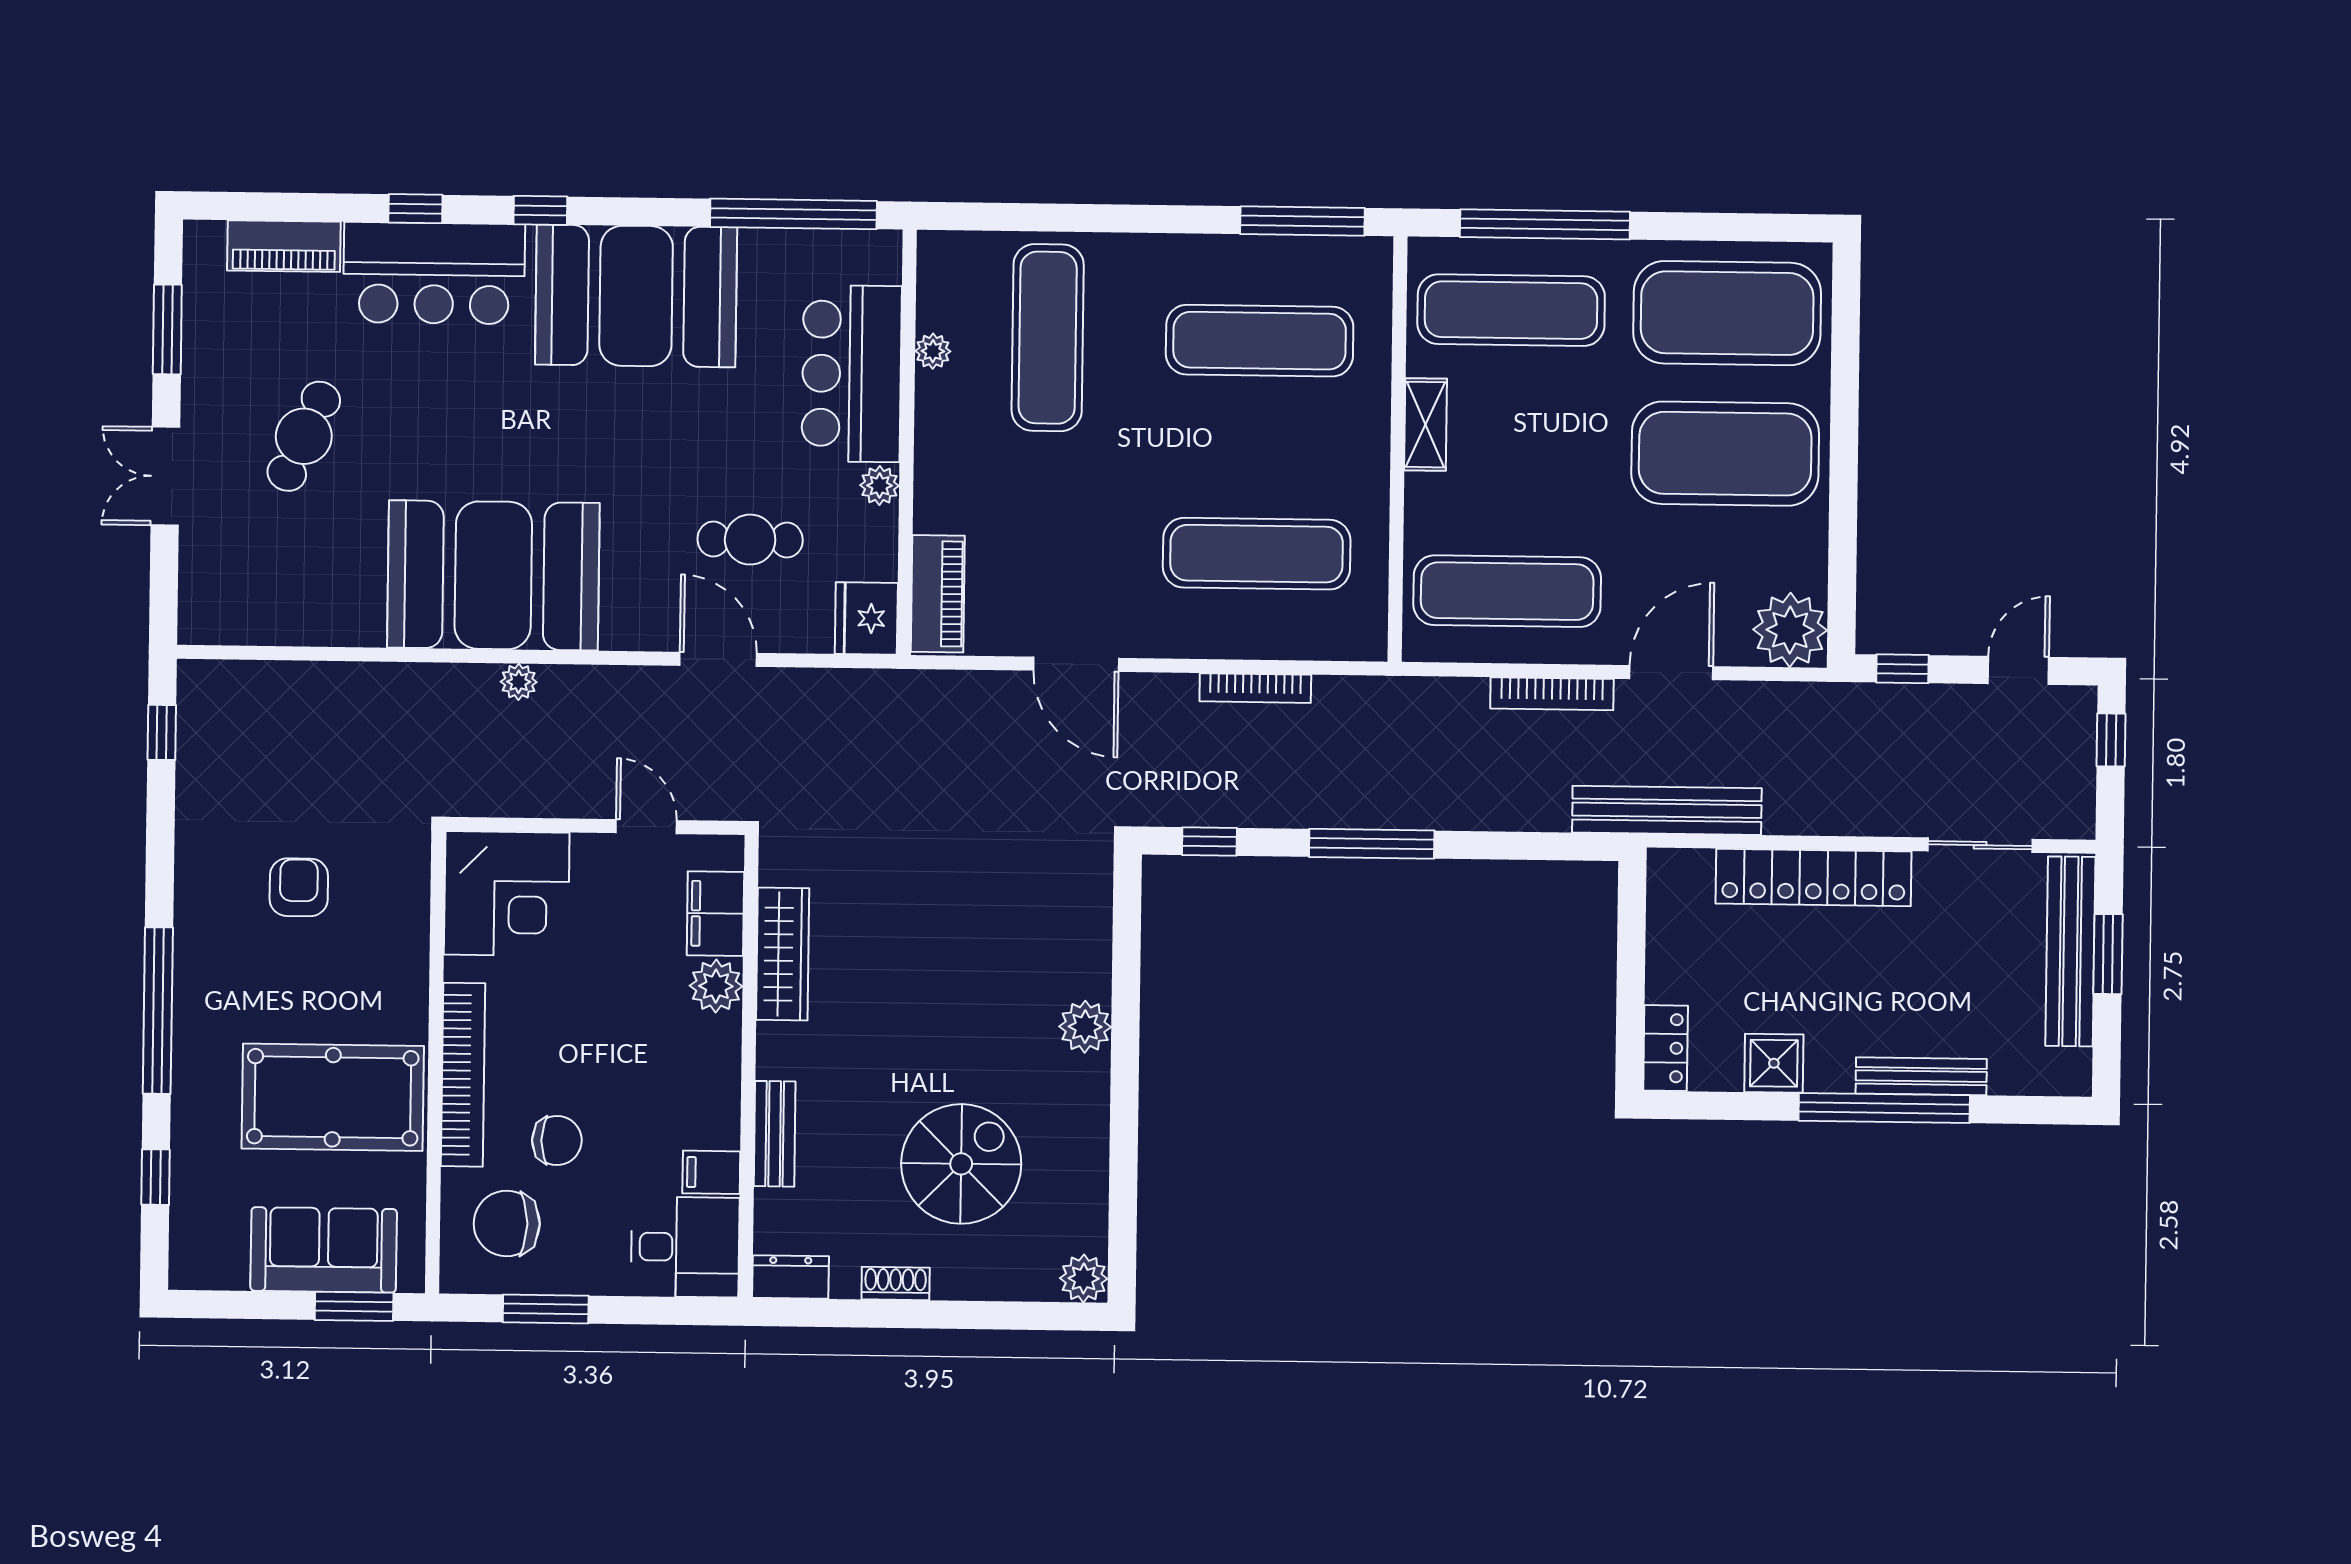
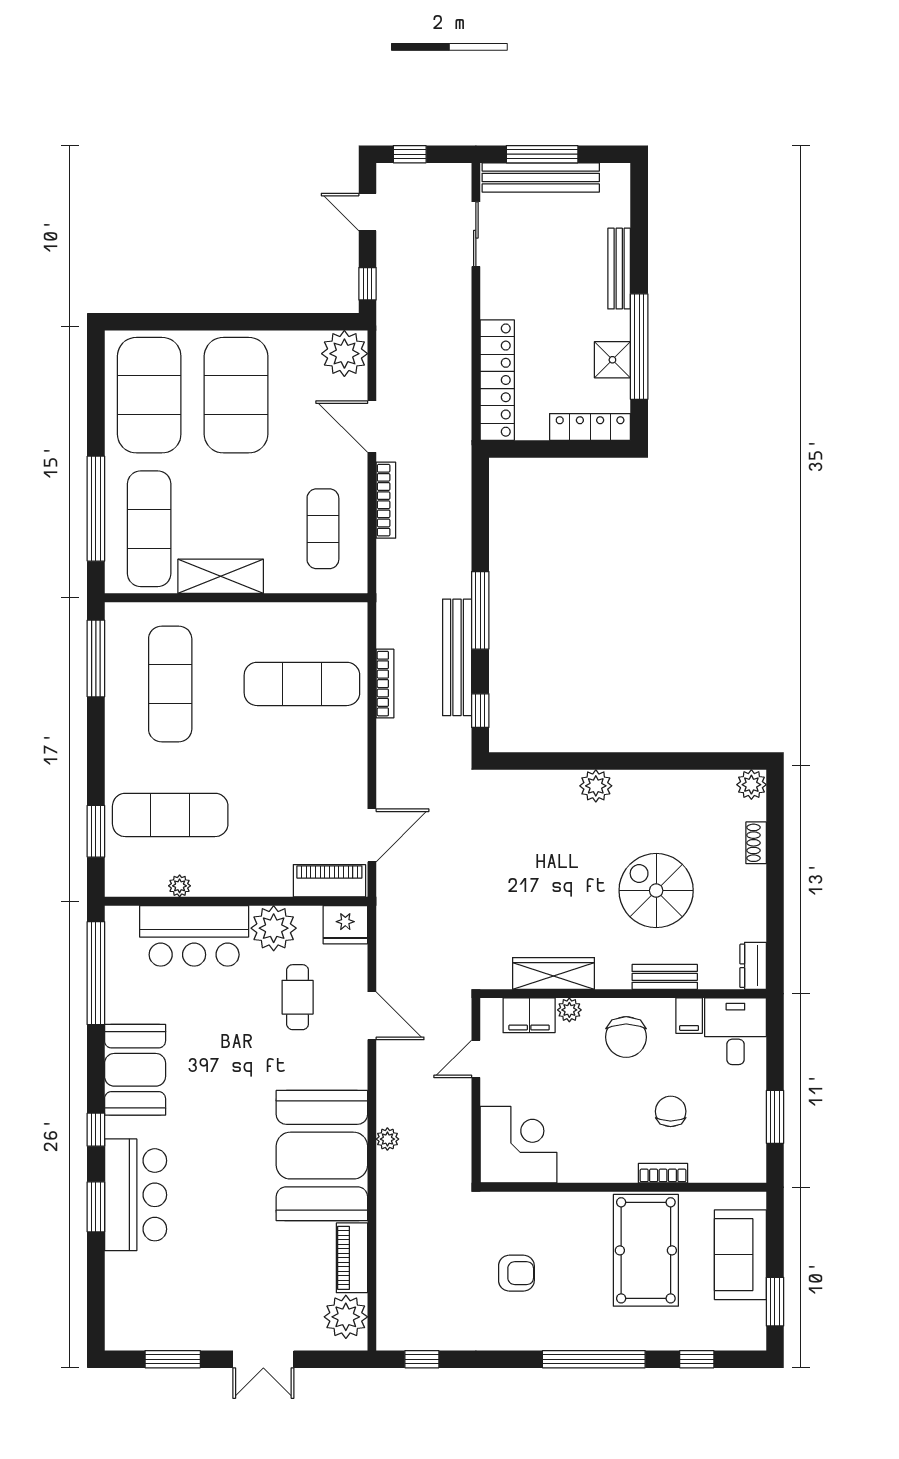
window: (415, 209) -> (96, 1207), width x1.50
window: (1023, 217) -> (96, 831), added
piano: (284, 246) -> (352, 1258), moved, turned 180
booth: (636, 296) -> (135, 1070), width x0.73, depth x0.70
shelving: (1426, 425) -> (221, 576), width x1.50, depth x1.33
cafe table: (304, 436) -> (238, 1274), removed
plant: (880, 486) -> (274, 928), width x1.87, depth x1.87
exercise mat: (1257, 554) -> (302, 684), turned 90
exercise mat: (1507, 591) -> (323, 529), width x0.73, depth x0.69
plant: (232, 610) -> (346, 1317), added
door: (718, 659) -> (372, 1016), swing flipped
door: (1076, 664) -> (372, 835), moved
bench: (1667, 810) -> (457, 657), moved
locker: (1814, 877) -> (497, 380), moved
armchair: (299, 887) -> (516, 1273), turned 180
window: (2108, 954) -> (542, 154), width x1.44
plant: (716, 986) -> (569, 1010), width x0.73, depth x0.73
locker: (1666, 1048) -> (590, 427), width x1.53
bookcase: (463, 1075) -> (663, 1173), width x0.43, depth x0.76
window: (1884, 1108) -> (639, 347), moved
spiral stairs: (961, 1164) -> (656, 891), moved
chair: (507, 1223) -> (626, 1037), moved
shoe rack: (896, 1283) -> (756, 843), moved
window: (354, 1306) -> (775, 1302), moved

